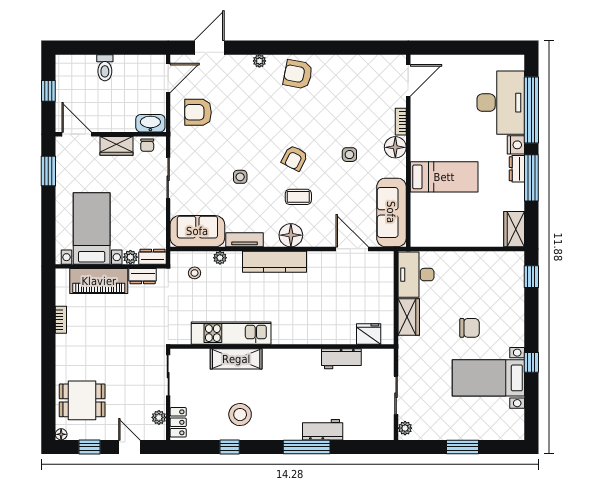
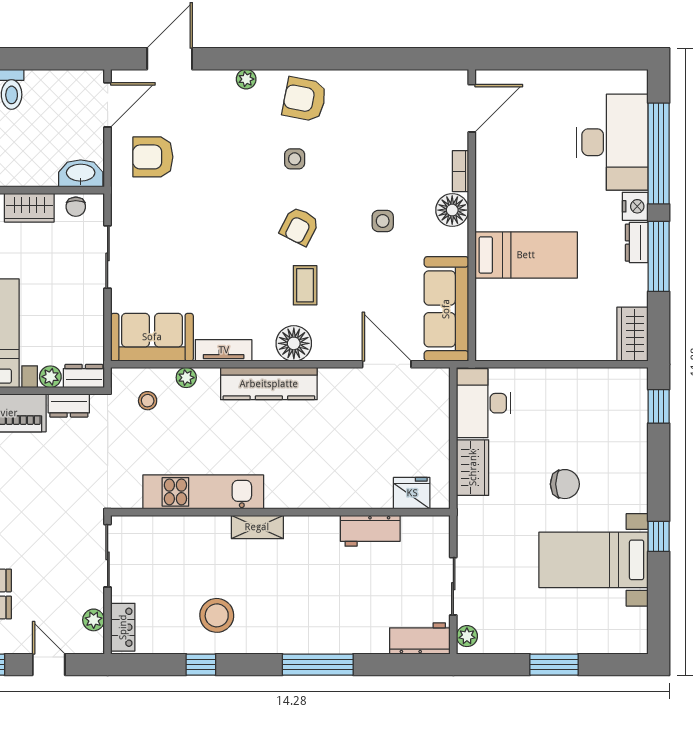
side table: (240, 177) -> (295, 159), moved
coffee table: (298, 197) -> (305, 285), turned 90
shelving: (236, 359) -> (257, 527), moved, width x0.67, depth x0.75
workbench: (323, 430) -> (420, 638), moved

